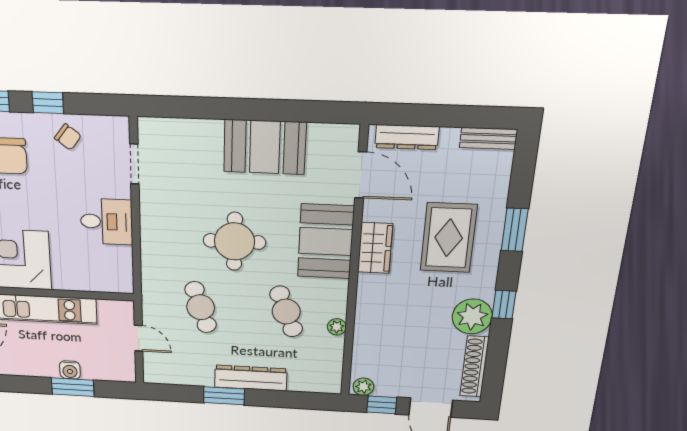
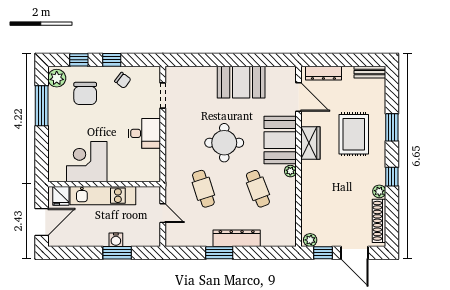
plant: (472, 316) -> (379, 191), width x0.53, depth x0.53
plant: (337, 327) -> (290, 171), moved

